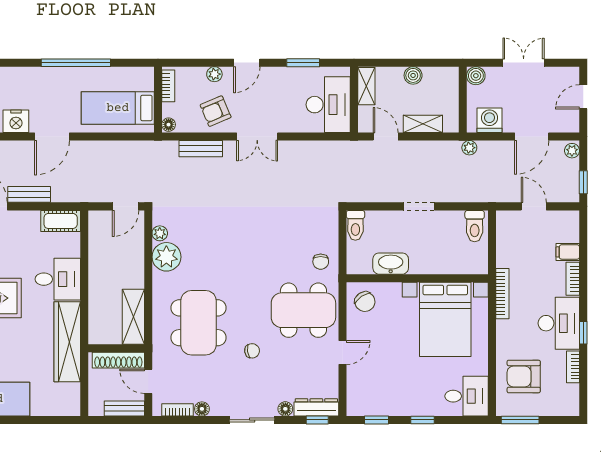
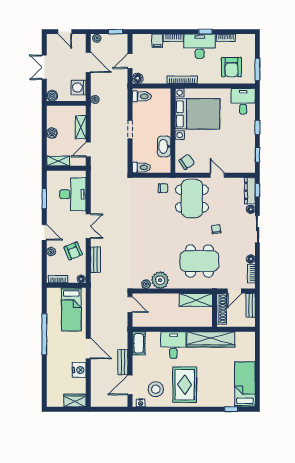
desk: (328, 105) -> (73, 194), moved, turned 90
floor lamp: (505, 219) -> (138, 78), added

